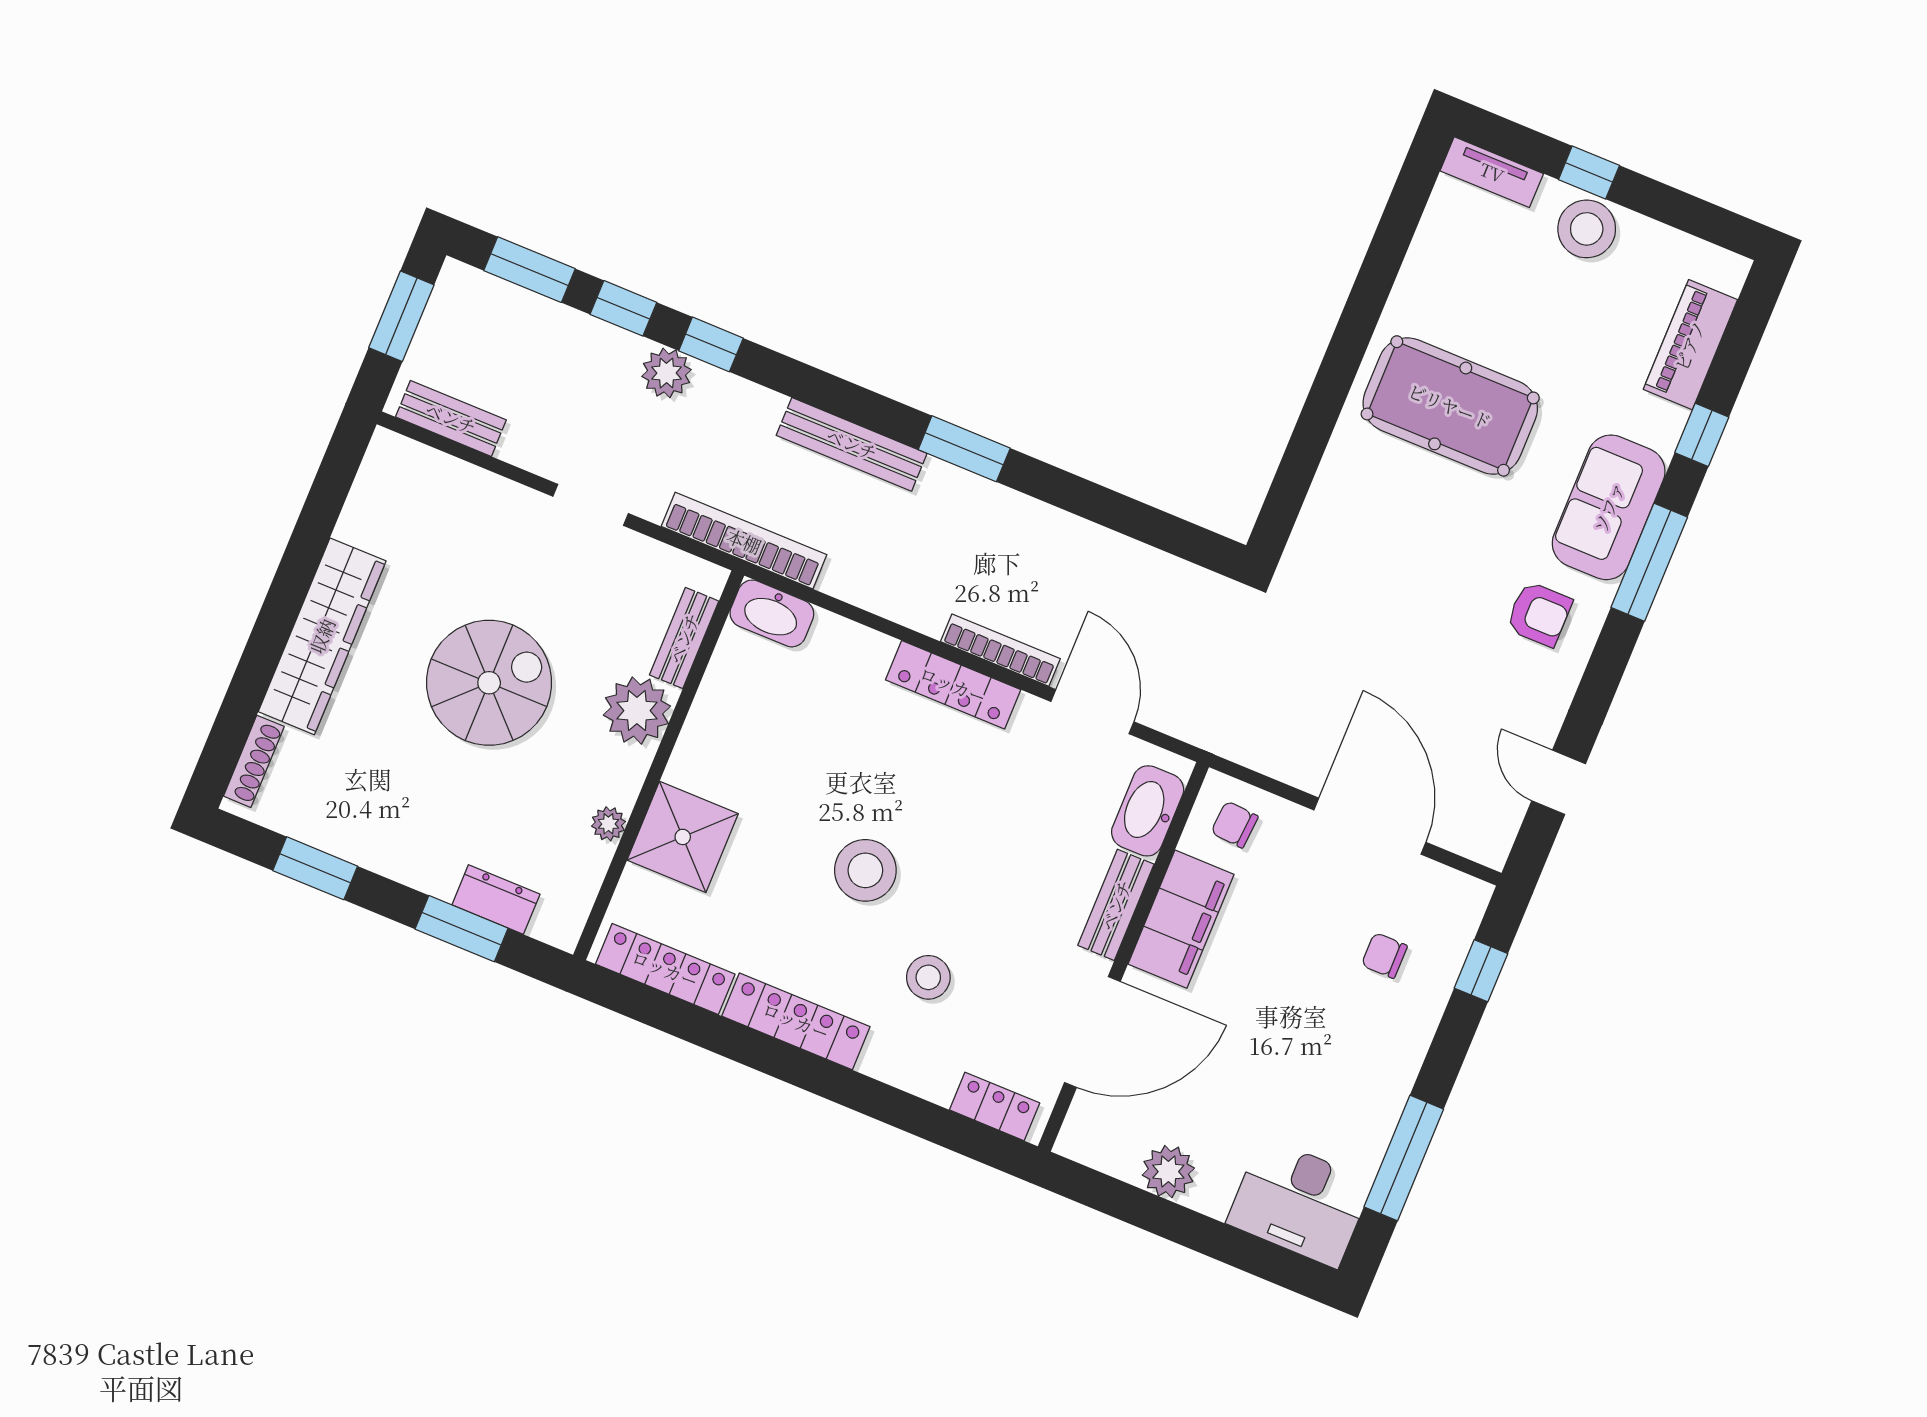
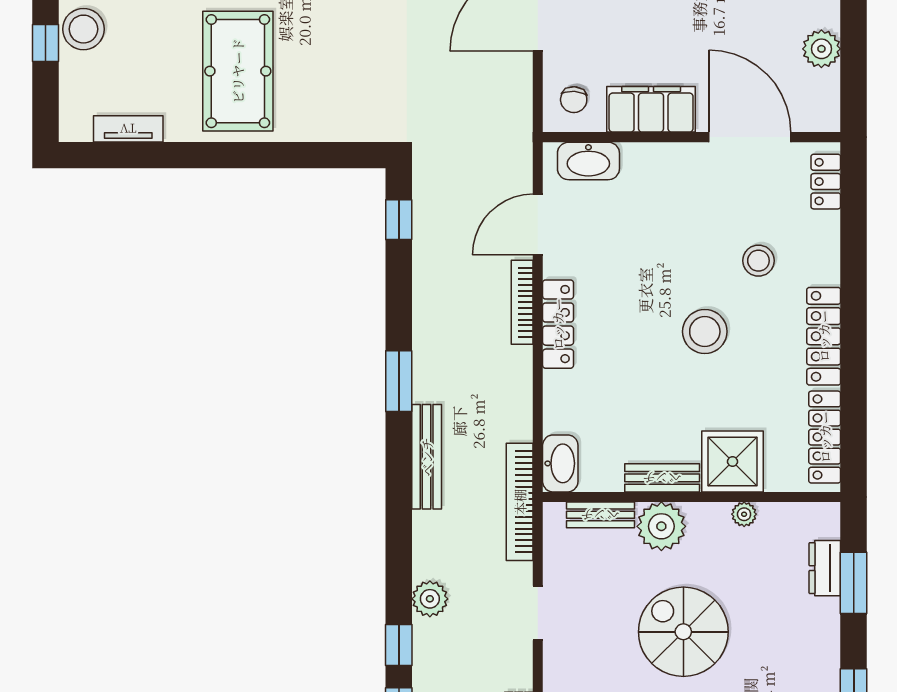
tv unit: (1492, 172) -> (128, 129), moved, turned -90
window: (711, 344) -> (399, 220), moved
bench: (1116, 905) -> (662, 478), moved

